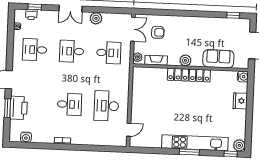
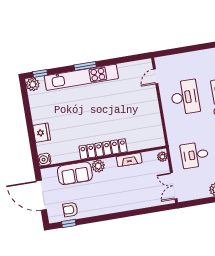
armchair: (158, 32) -> (70, 210), moved
fireplace: (156, 60) -> (129, 160), moved
plant: (185, 60) -> (98, 166), moved

